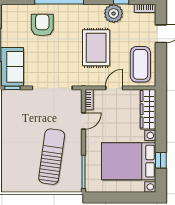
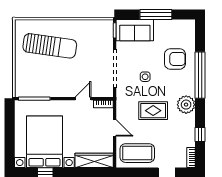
plant: (114, 13) -> (186, 105), moved
rug: (96, 48) -> (153, 111), width x0.73, depth x0.70
side table: (61, 56) -> (145, 77), added
door: (84, 121) -> (83, 99), swing flipped
sun lounger: (52, 157) -> (50, 46), moved

